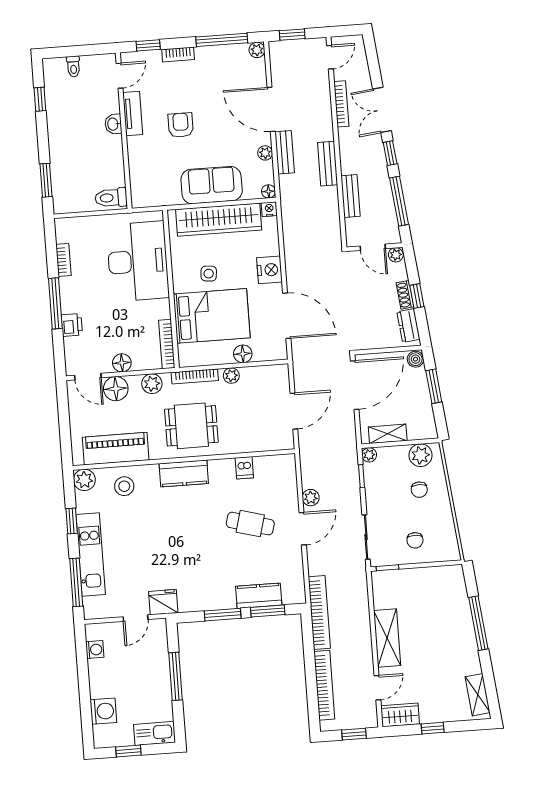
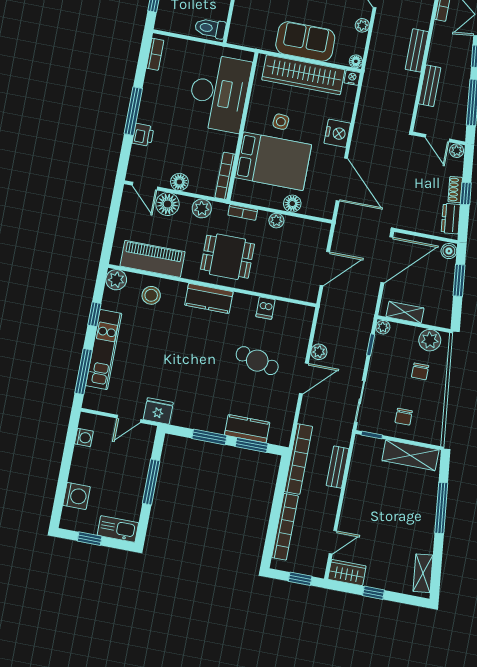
bench: (285, 152) -> (338, 467), moved
bookcase: (63, 260) -> (155, 54), moved
bookcase: (195, 376) -> (243, 212), width x0.64
shelving: (387, 638) -> (410, 455), moved, turned 90

